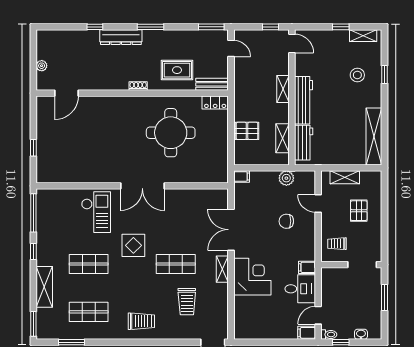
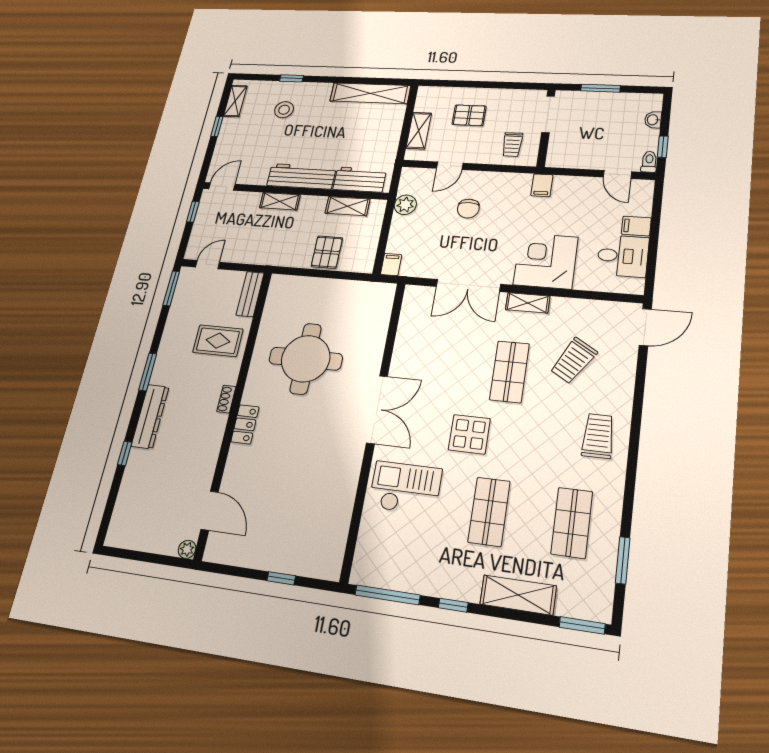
plant: (42, 66) -> (187, 549), moved
rug: (177, 70) -> (218, 341), turned 90
locker: (215, 103) -> (245, 424), moved
desk: (300, 289) -> (623, 256), moved, turned 90
trolley: (187, 302) -> (573, 361), turned 121
filing cabinet: (307, 333) -> (636, 226), moved, turned 90

